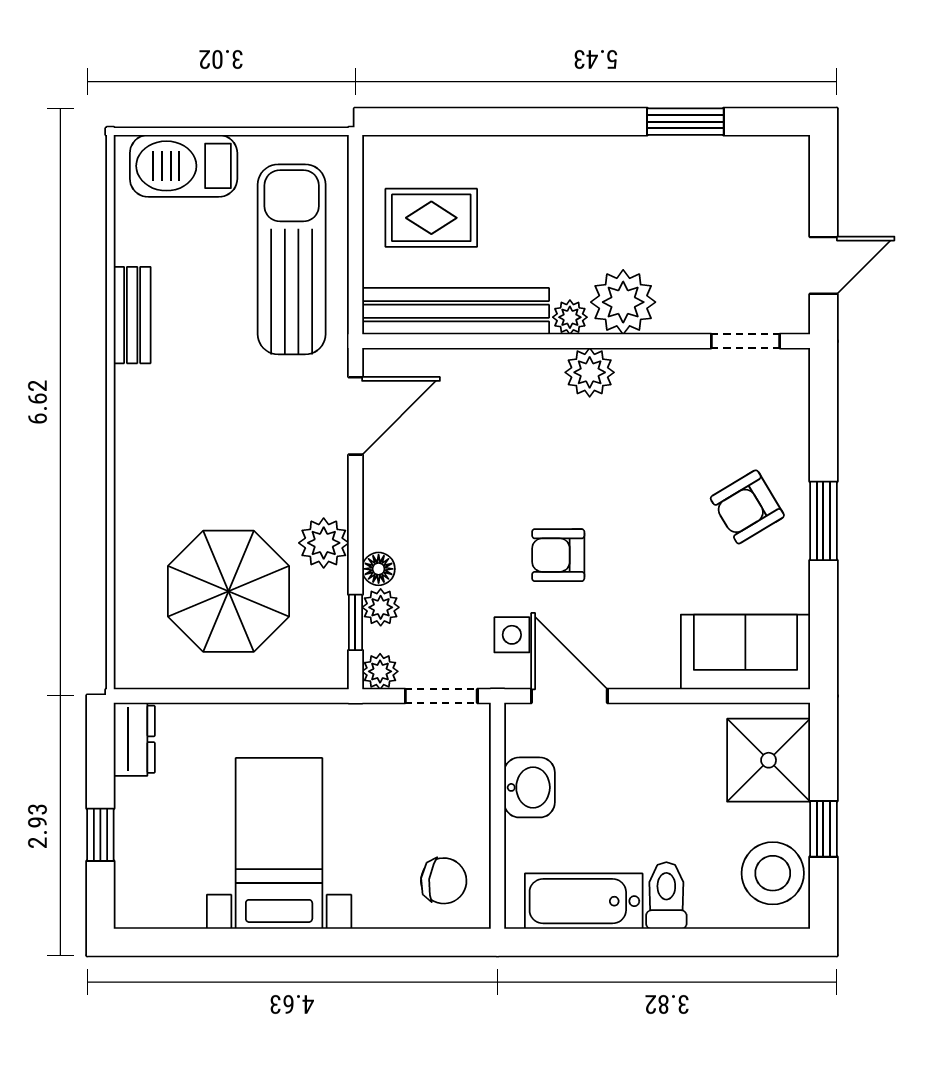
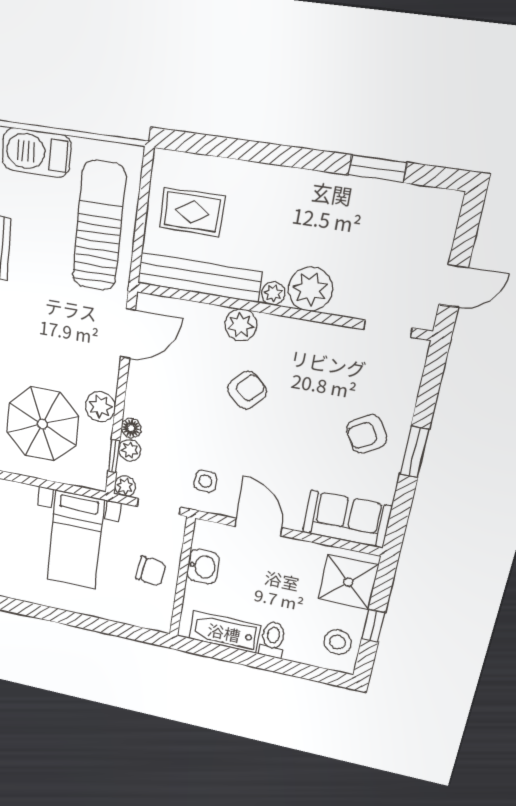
plant: (590, 372) -> (241, 325), moved
armchair: (558, 555) -> (247, 390), moved, turned 133
door: (569, 696) -> (258, 527), moved
bed with nightstands: (279, 843) -> (75, 540), moved, turned 180
stool: (773, 873) -> (338, 642), width x0.73, depth x0.73
chair: (444, 881) -> (151, 571), moved

